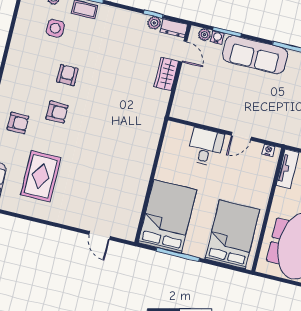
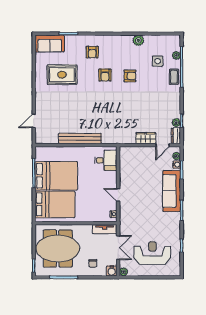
plant: (17, 49) -> (138, 40), added
desk: (206, 147) -> (106, 160), moved
bench: (143, 173) -> (80, 139), added
bed: (167, 216) -> (56, 176), moved

